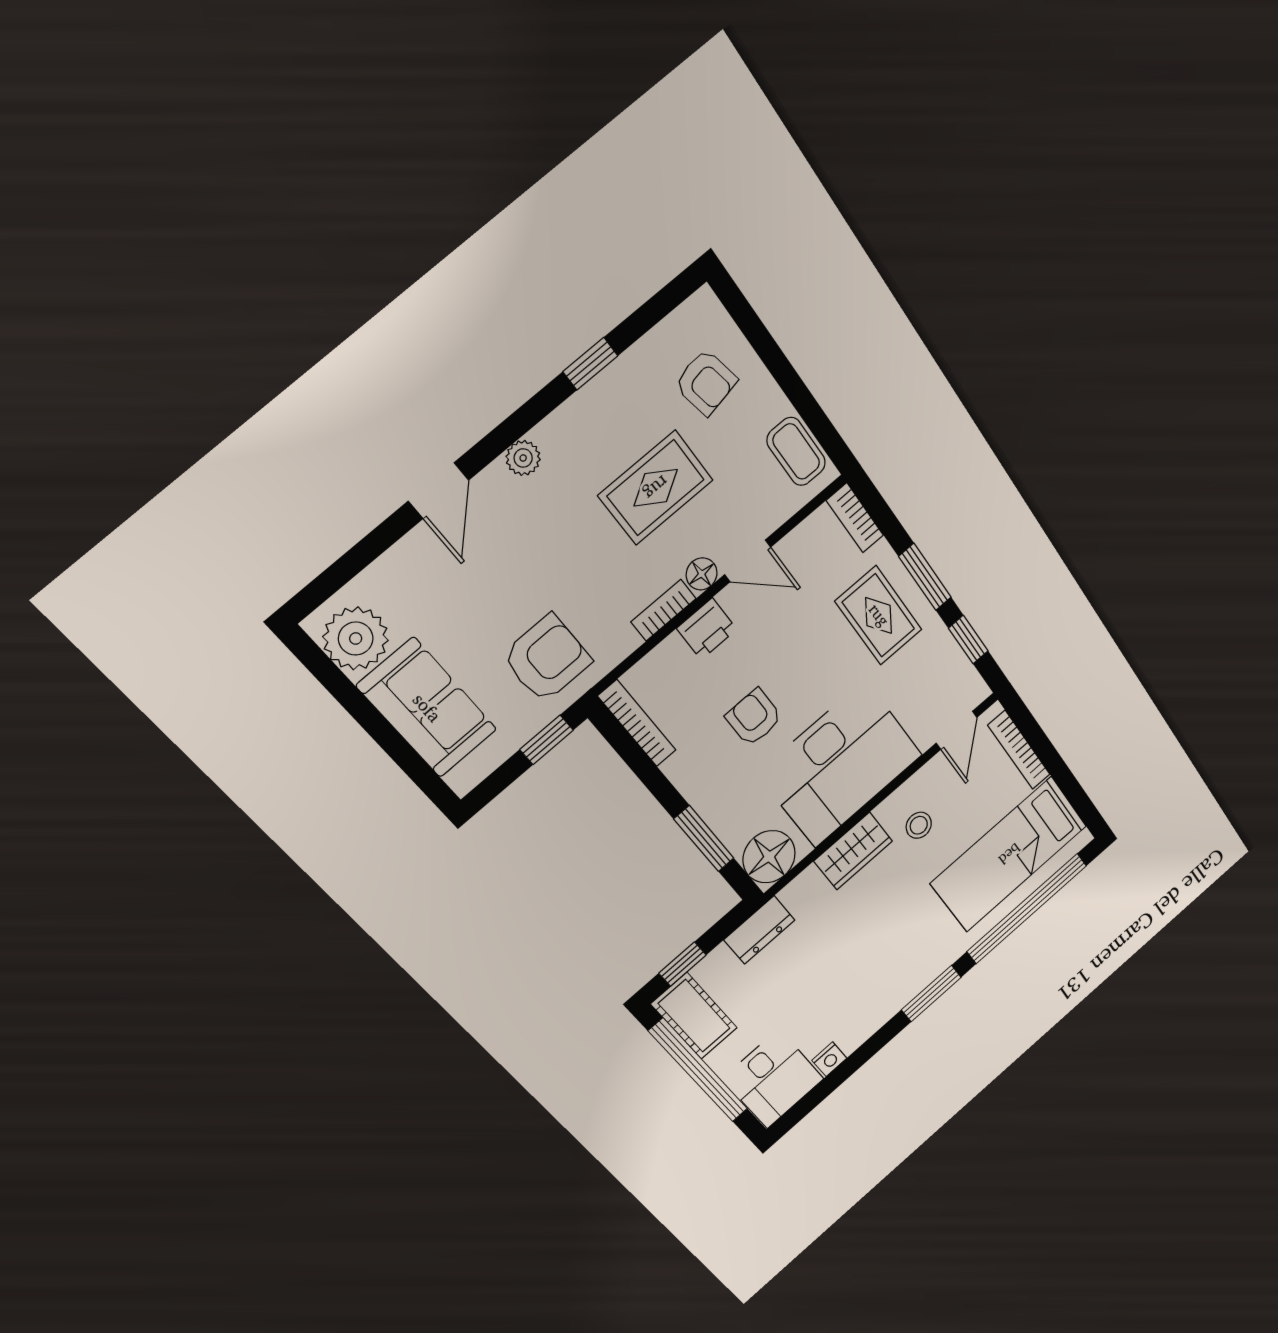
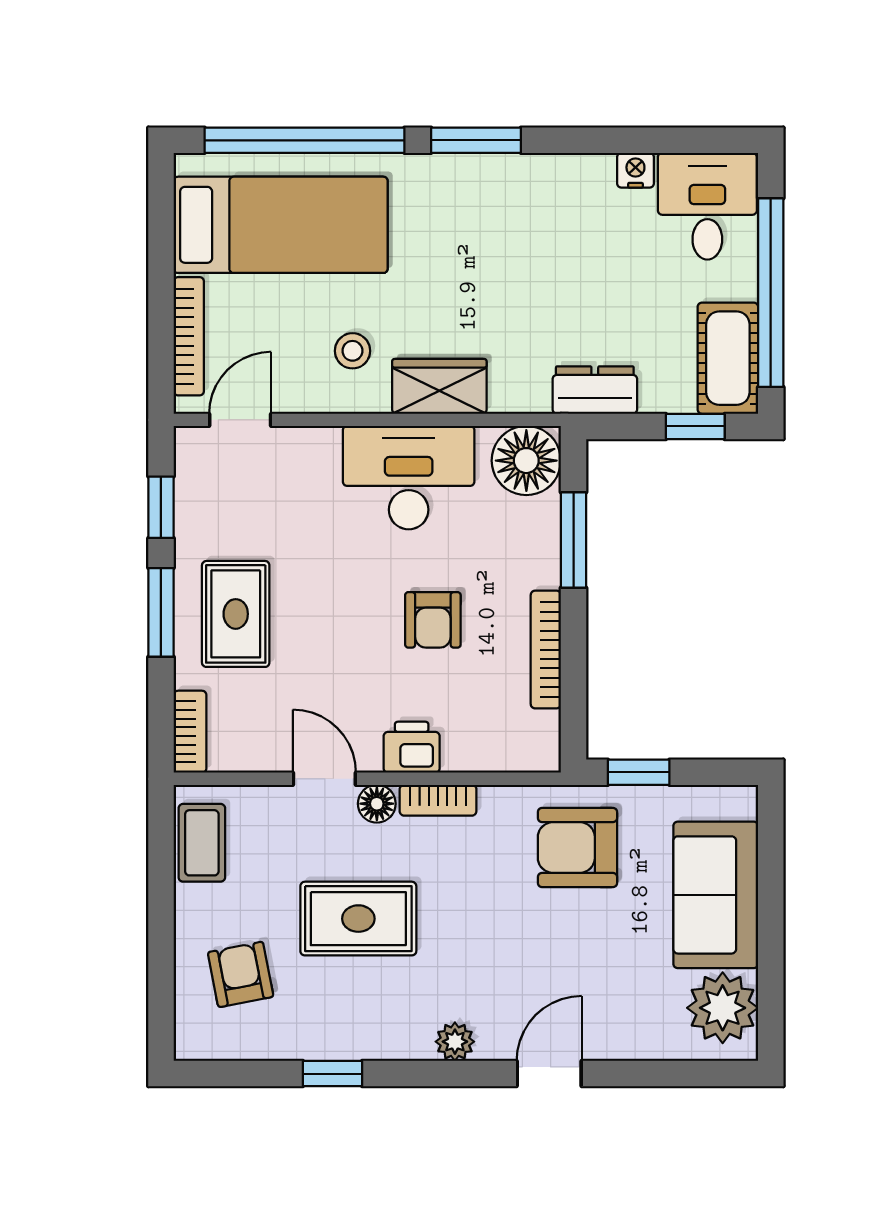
bookcase: (637, 723) -> (546, 650), moved
desk: (840, 764) -> (409, 478), width x0.73, depth x0.77

